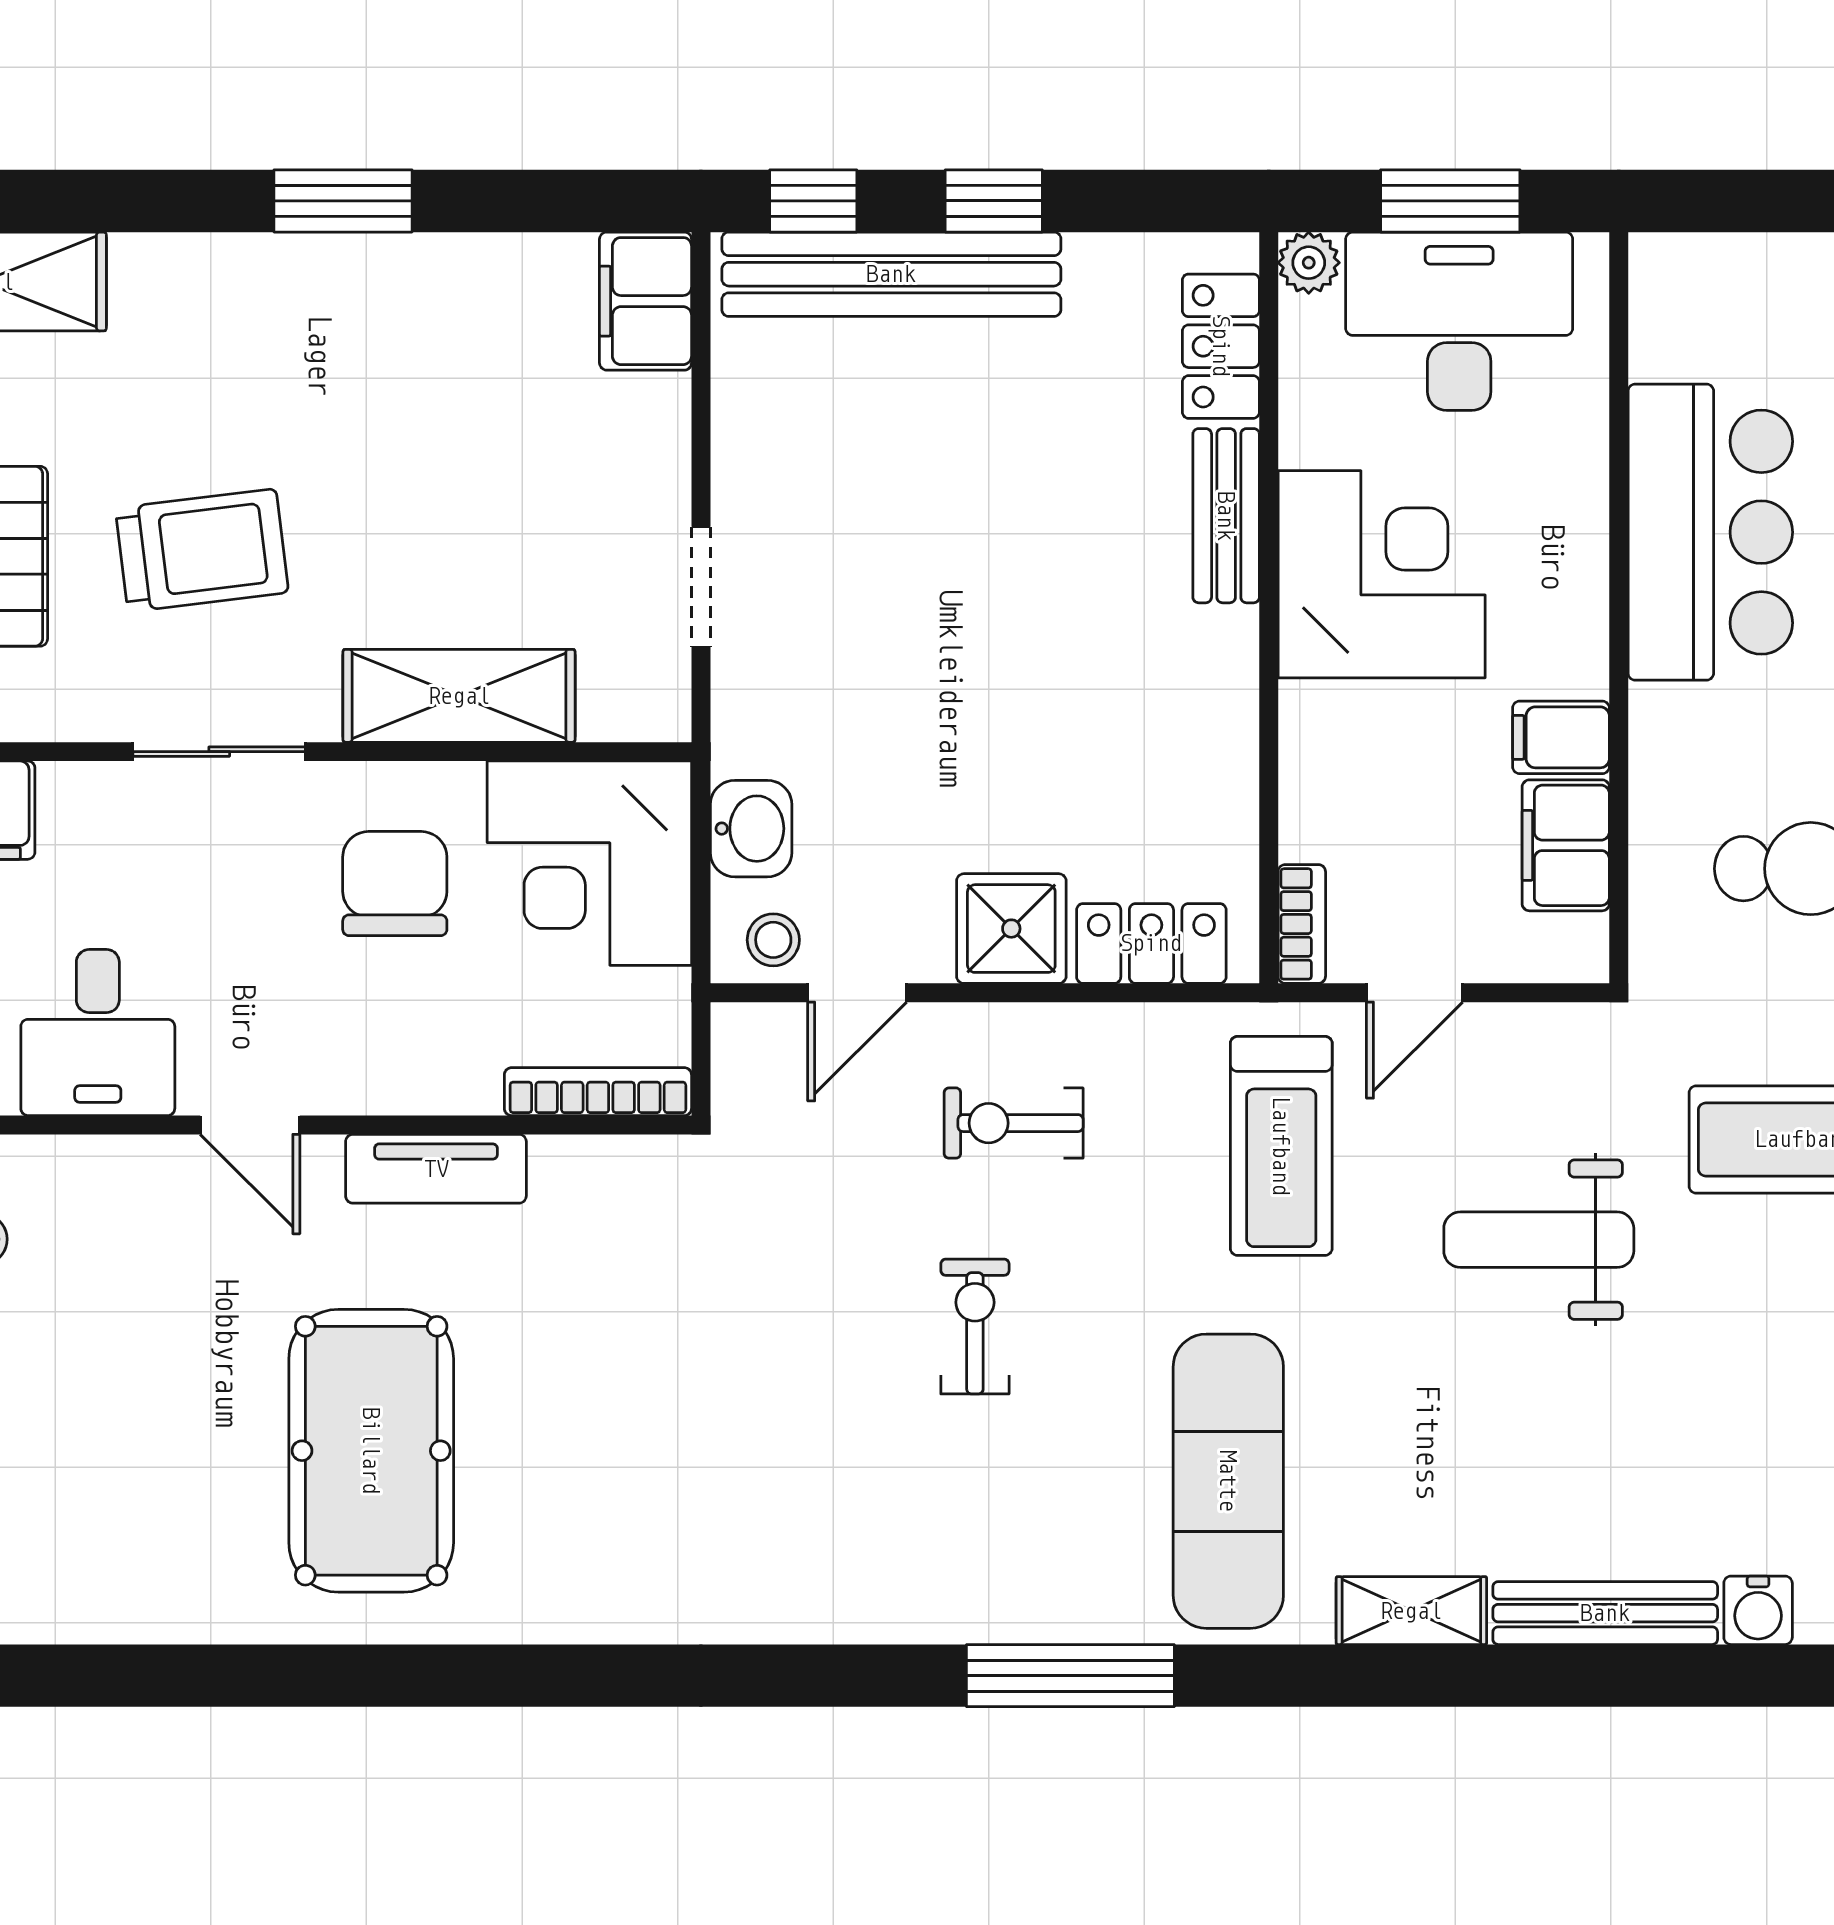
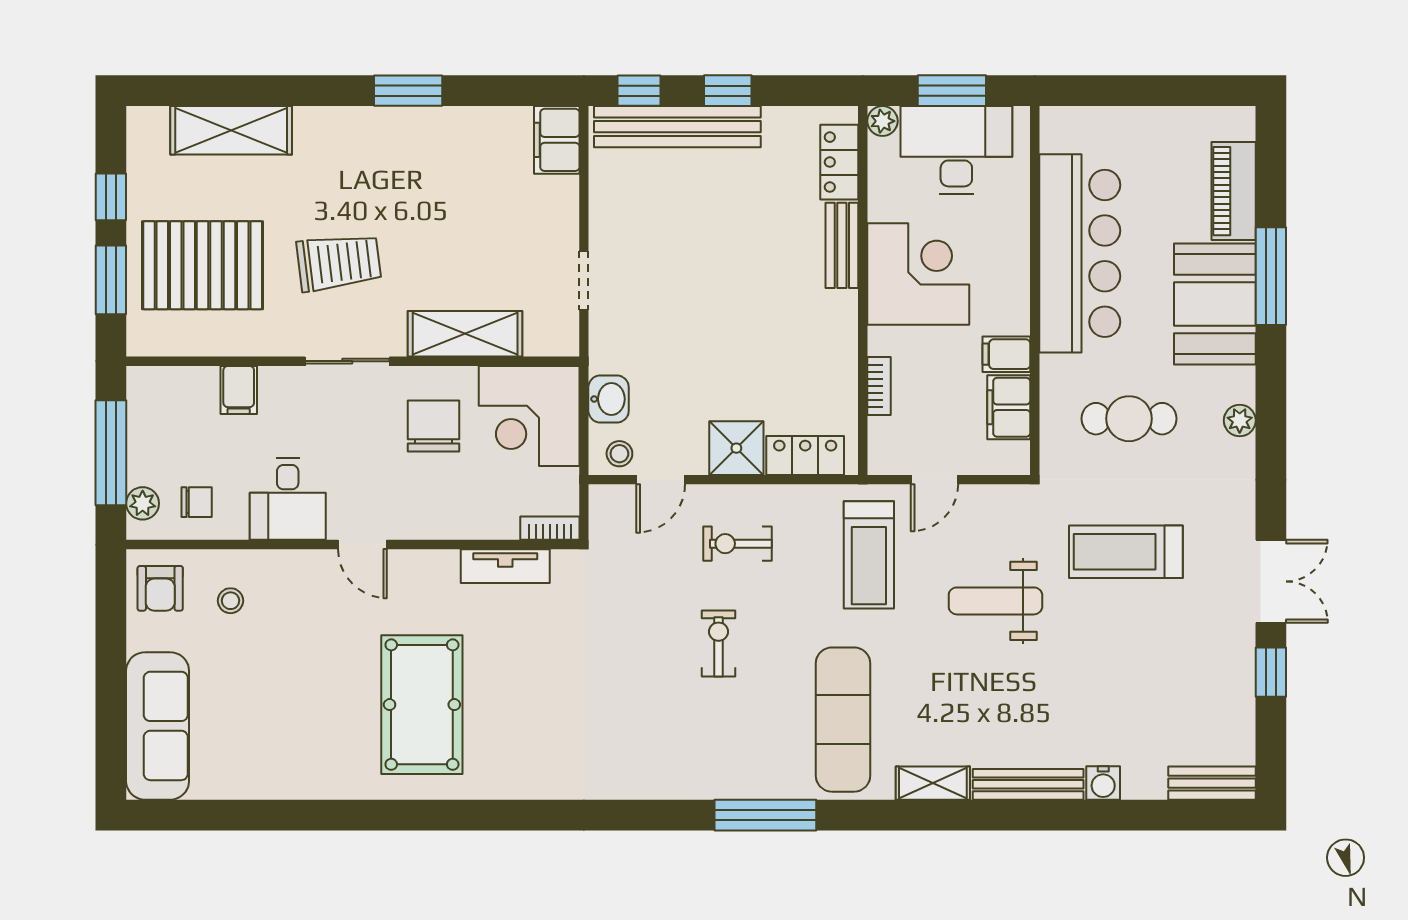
bar counter: (1710, 532) -> (1080, 253), width x1.36
bookcase: (1302, 924) -> (879, 386), moved
bookcase: (598, 1092) -> (550, 528), width x0.64
tv unit: (436, 1169) -> (505, 566), moved

